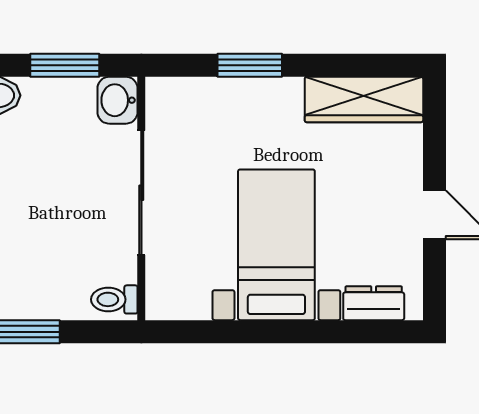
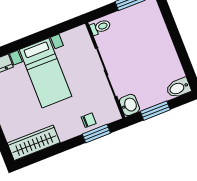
window: (250, 65) -> (96, 134), moved
chair: (222, 102) -> (89, 120), added

